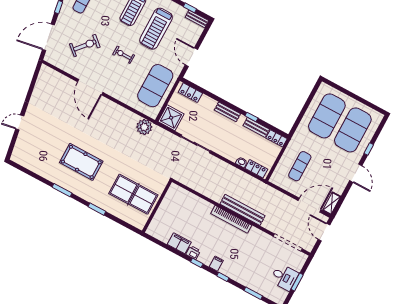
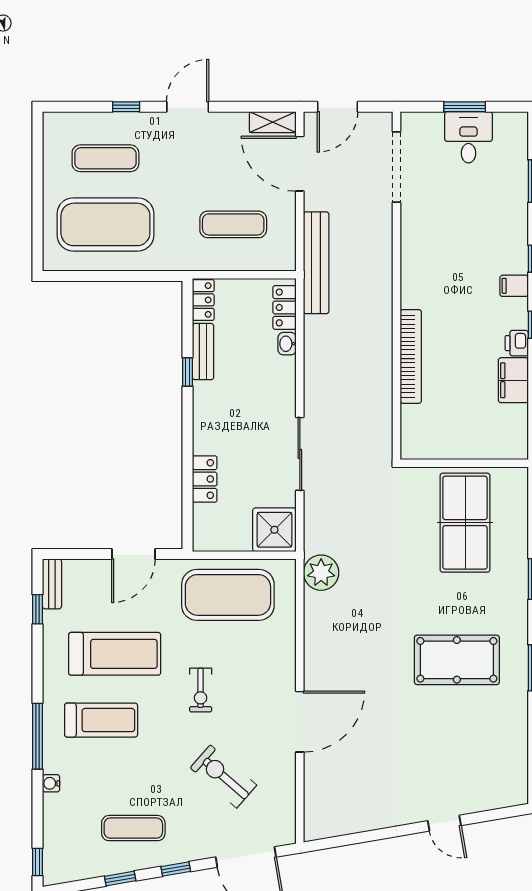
locker: (190, 93) -> (205, 479), moved
bench: (227, 112) -> (203, 425), removed
exercise mat: (353, 130) -> (105, 158), width x0.50, depth x0.69
pool table: (81, 162) -> (457, 660), turned 90
bench: (243, 210) -> (316, 263), moved
bookcase: (231, 219) -> (411, 356), moved

